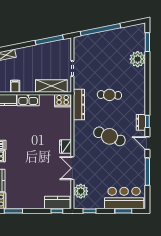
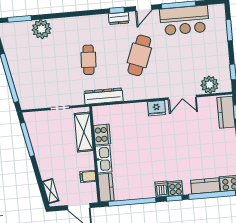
cooker: (63, 101) -> (102, 135), moved
bar counter: (124, 198) -> (184, 20), moved, turned -90

